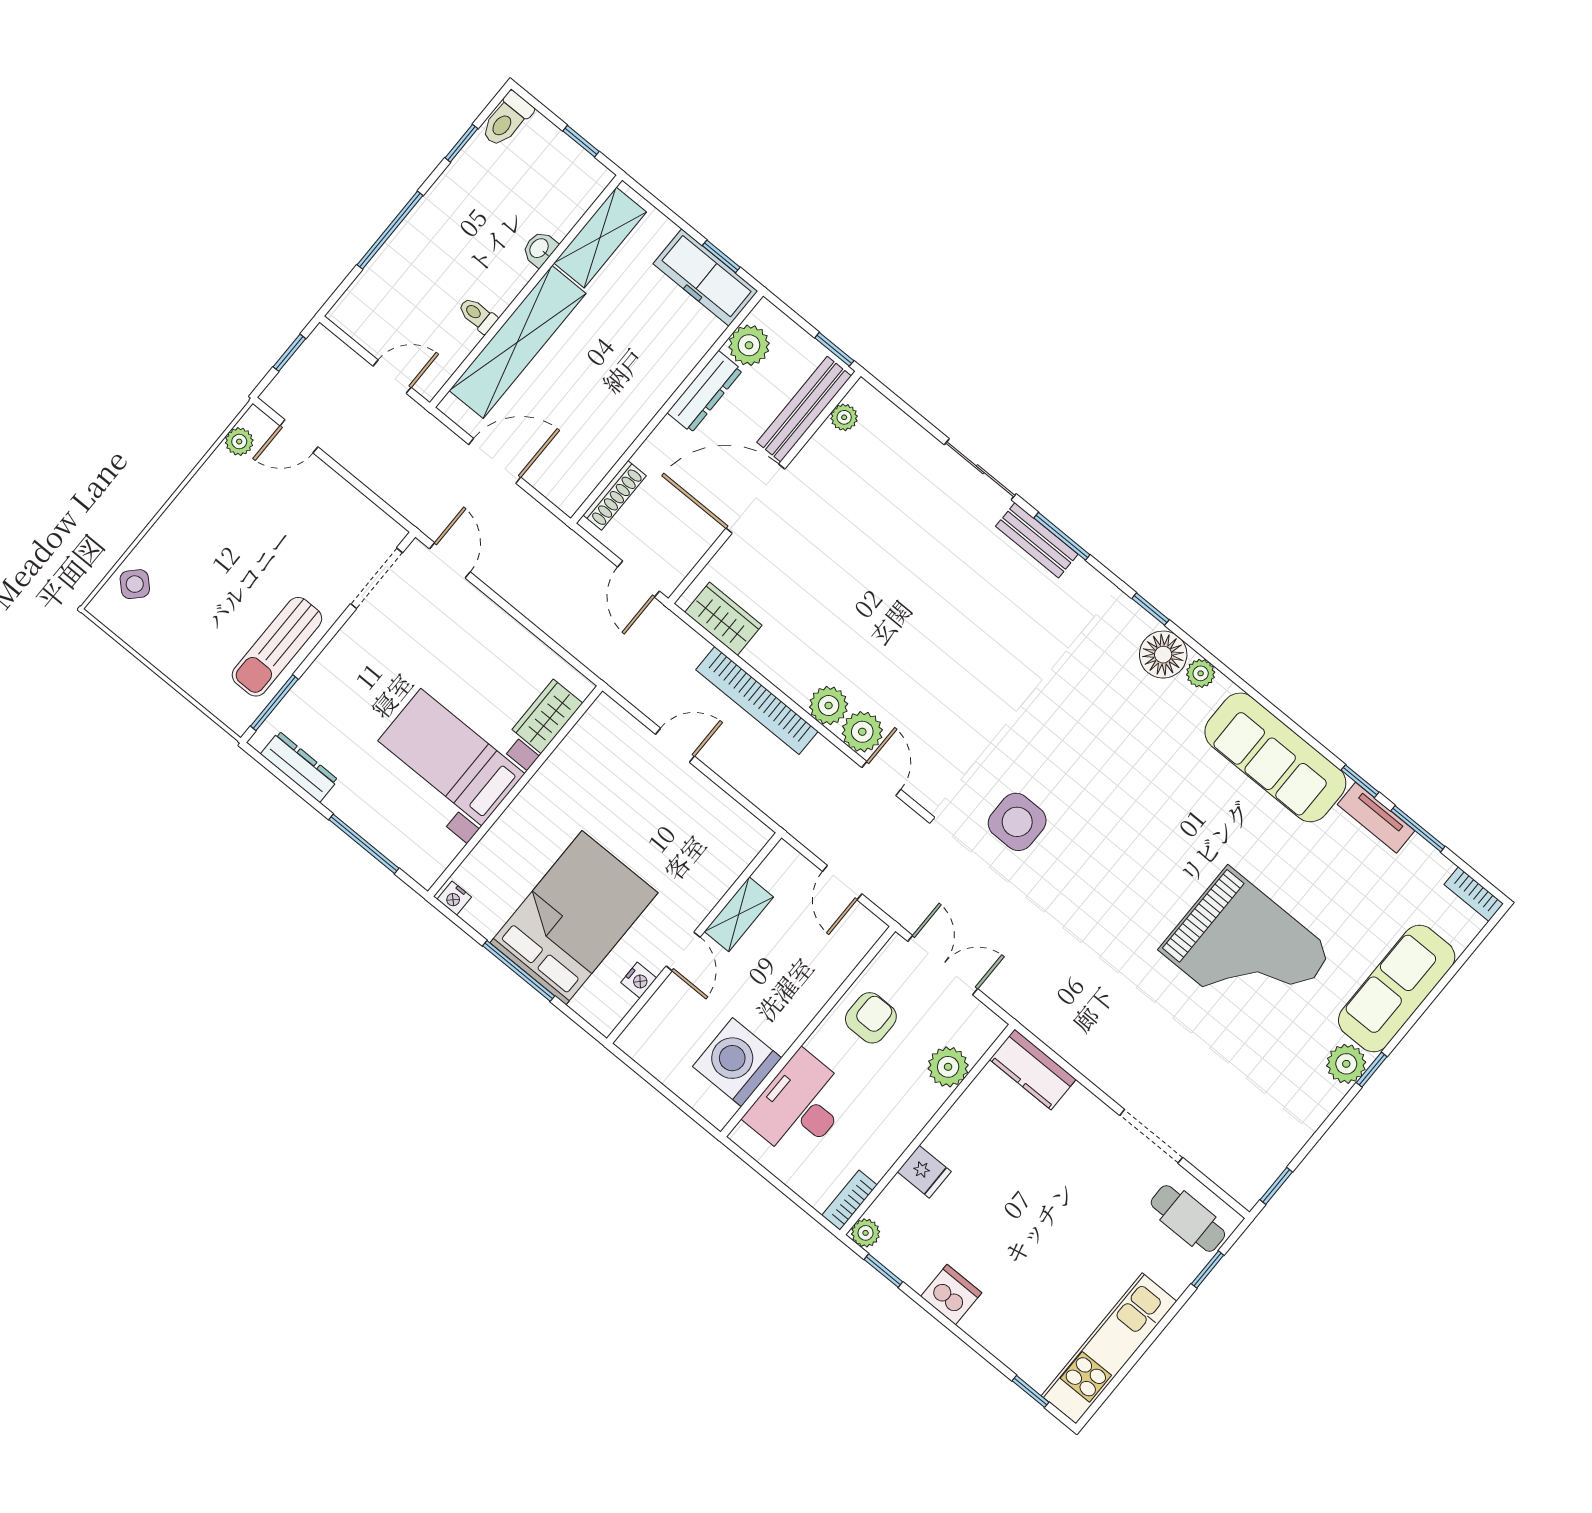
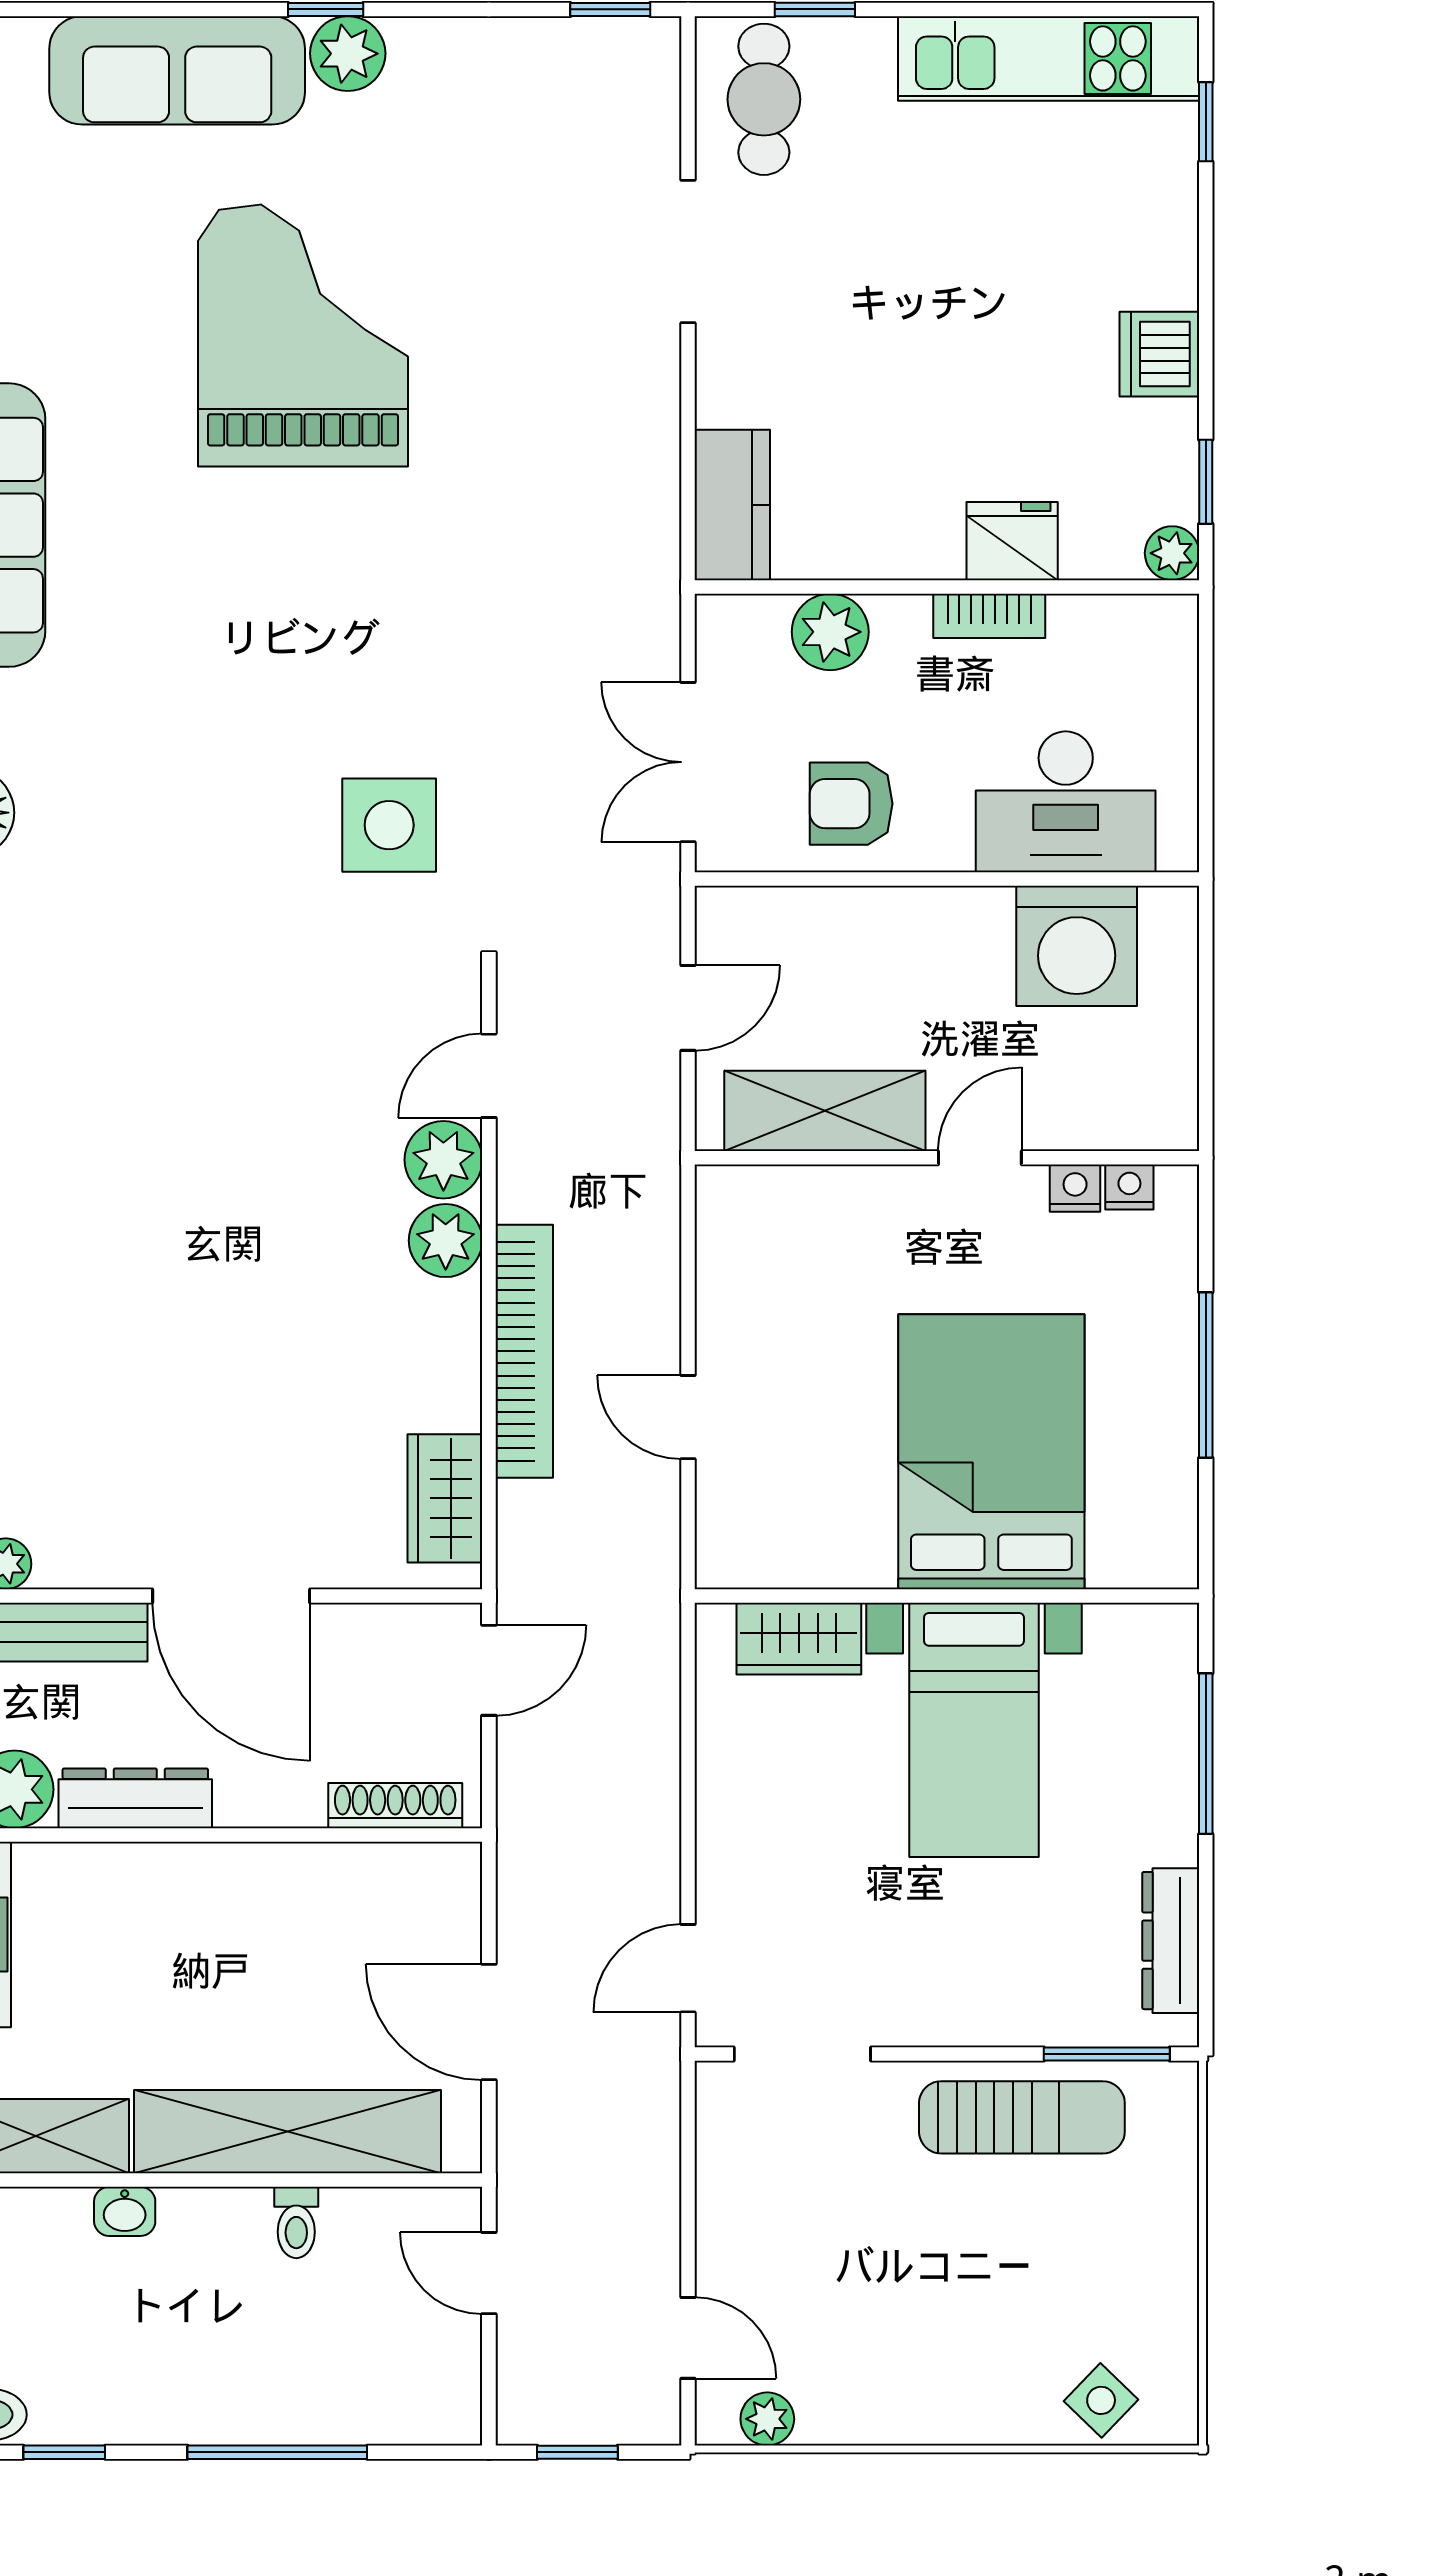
nightstand: (454, 898) -> (1129, 1187), moved, turned -90
shelving: (739, 914) -> (825, 1111), width x1.50, depth x1.33
bed: (574, 918) -> (991, 1452), moved, turned 90
fridge: (924, 1172) -> (1012, 541), width x1.38
bookcase: (850, 1200) -> (989, 616), moved

